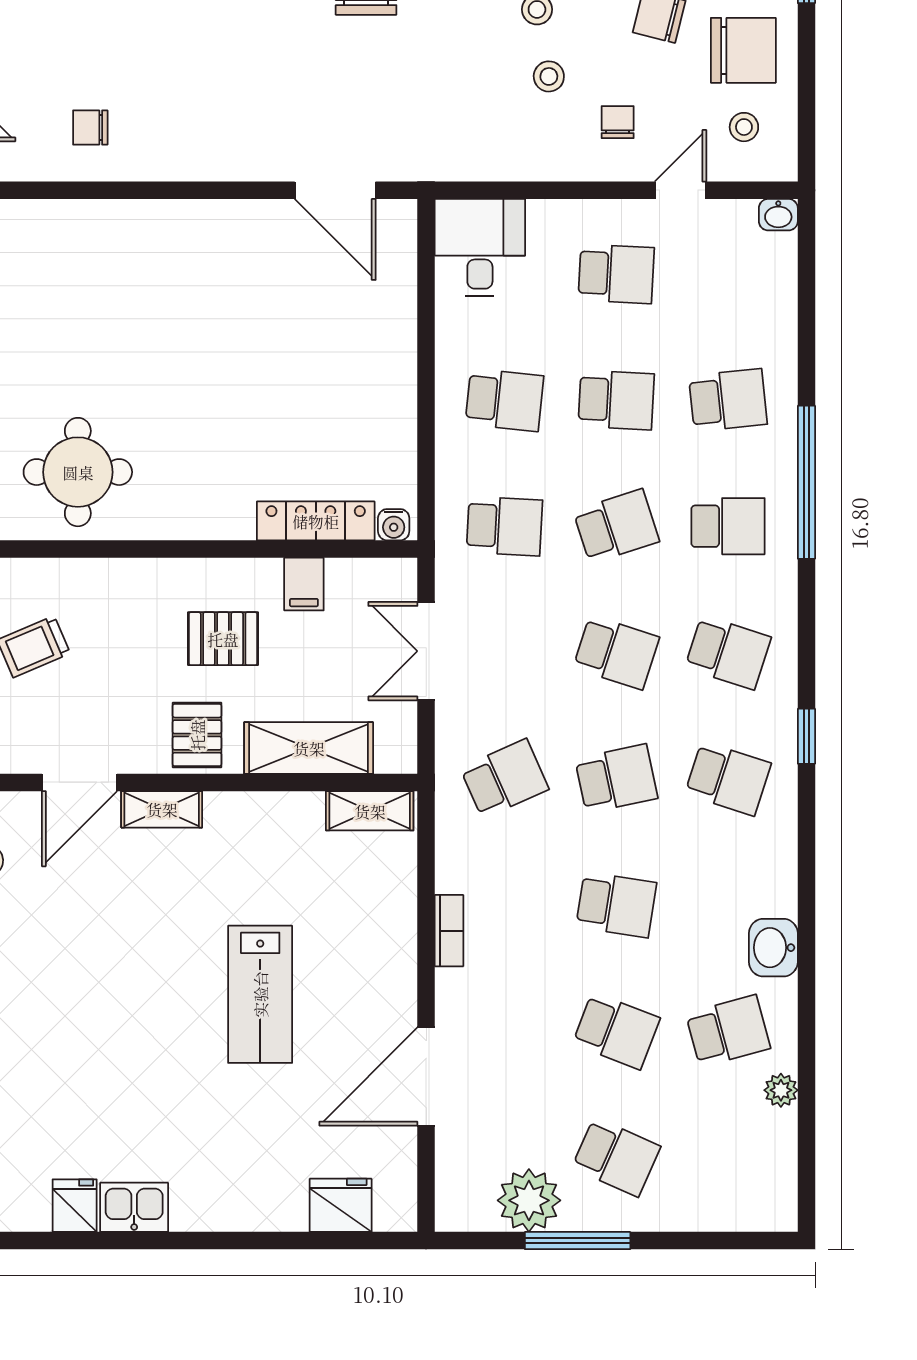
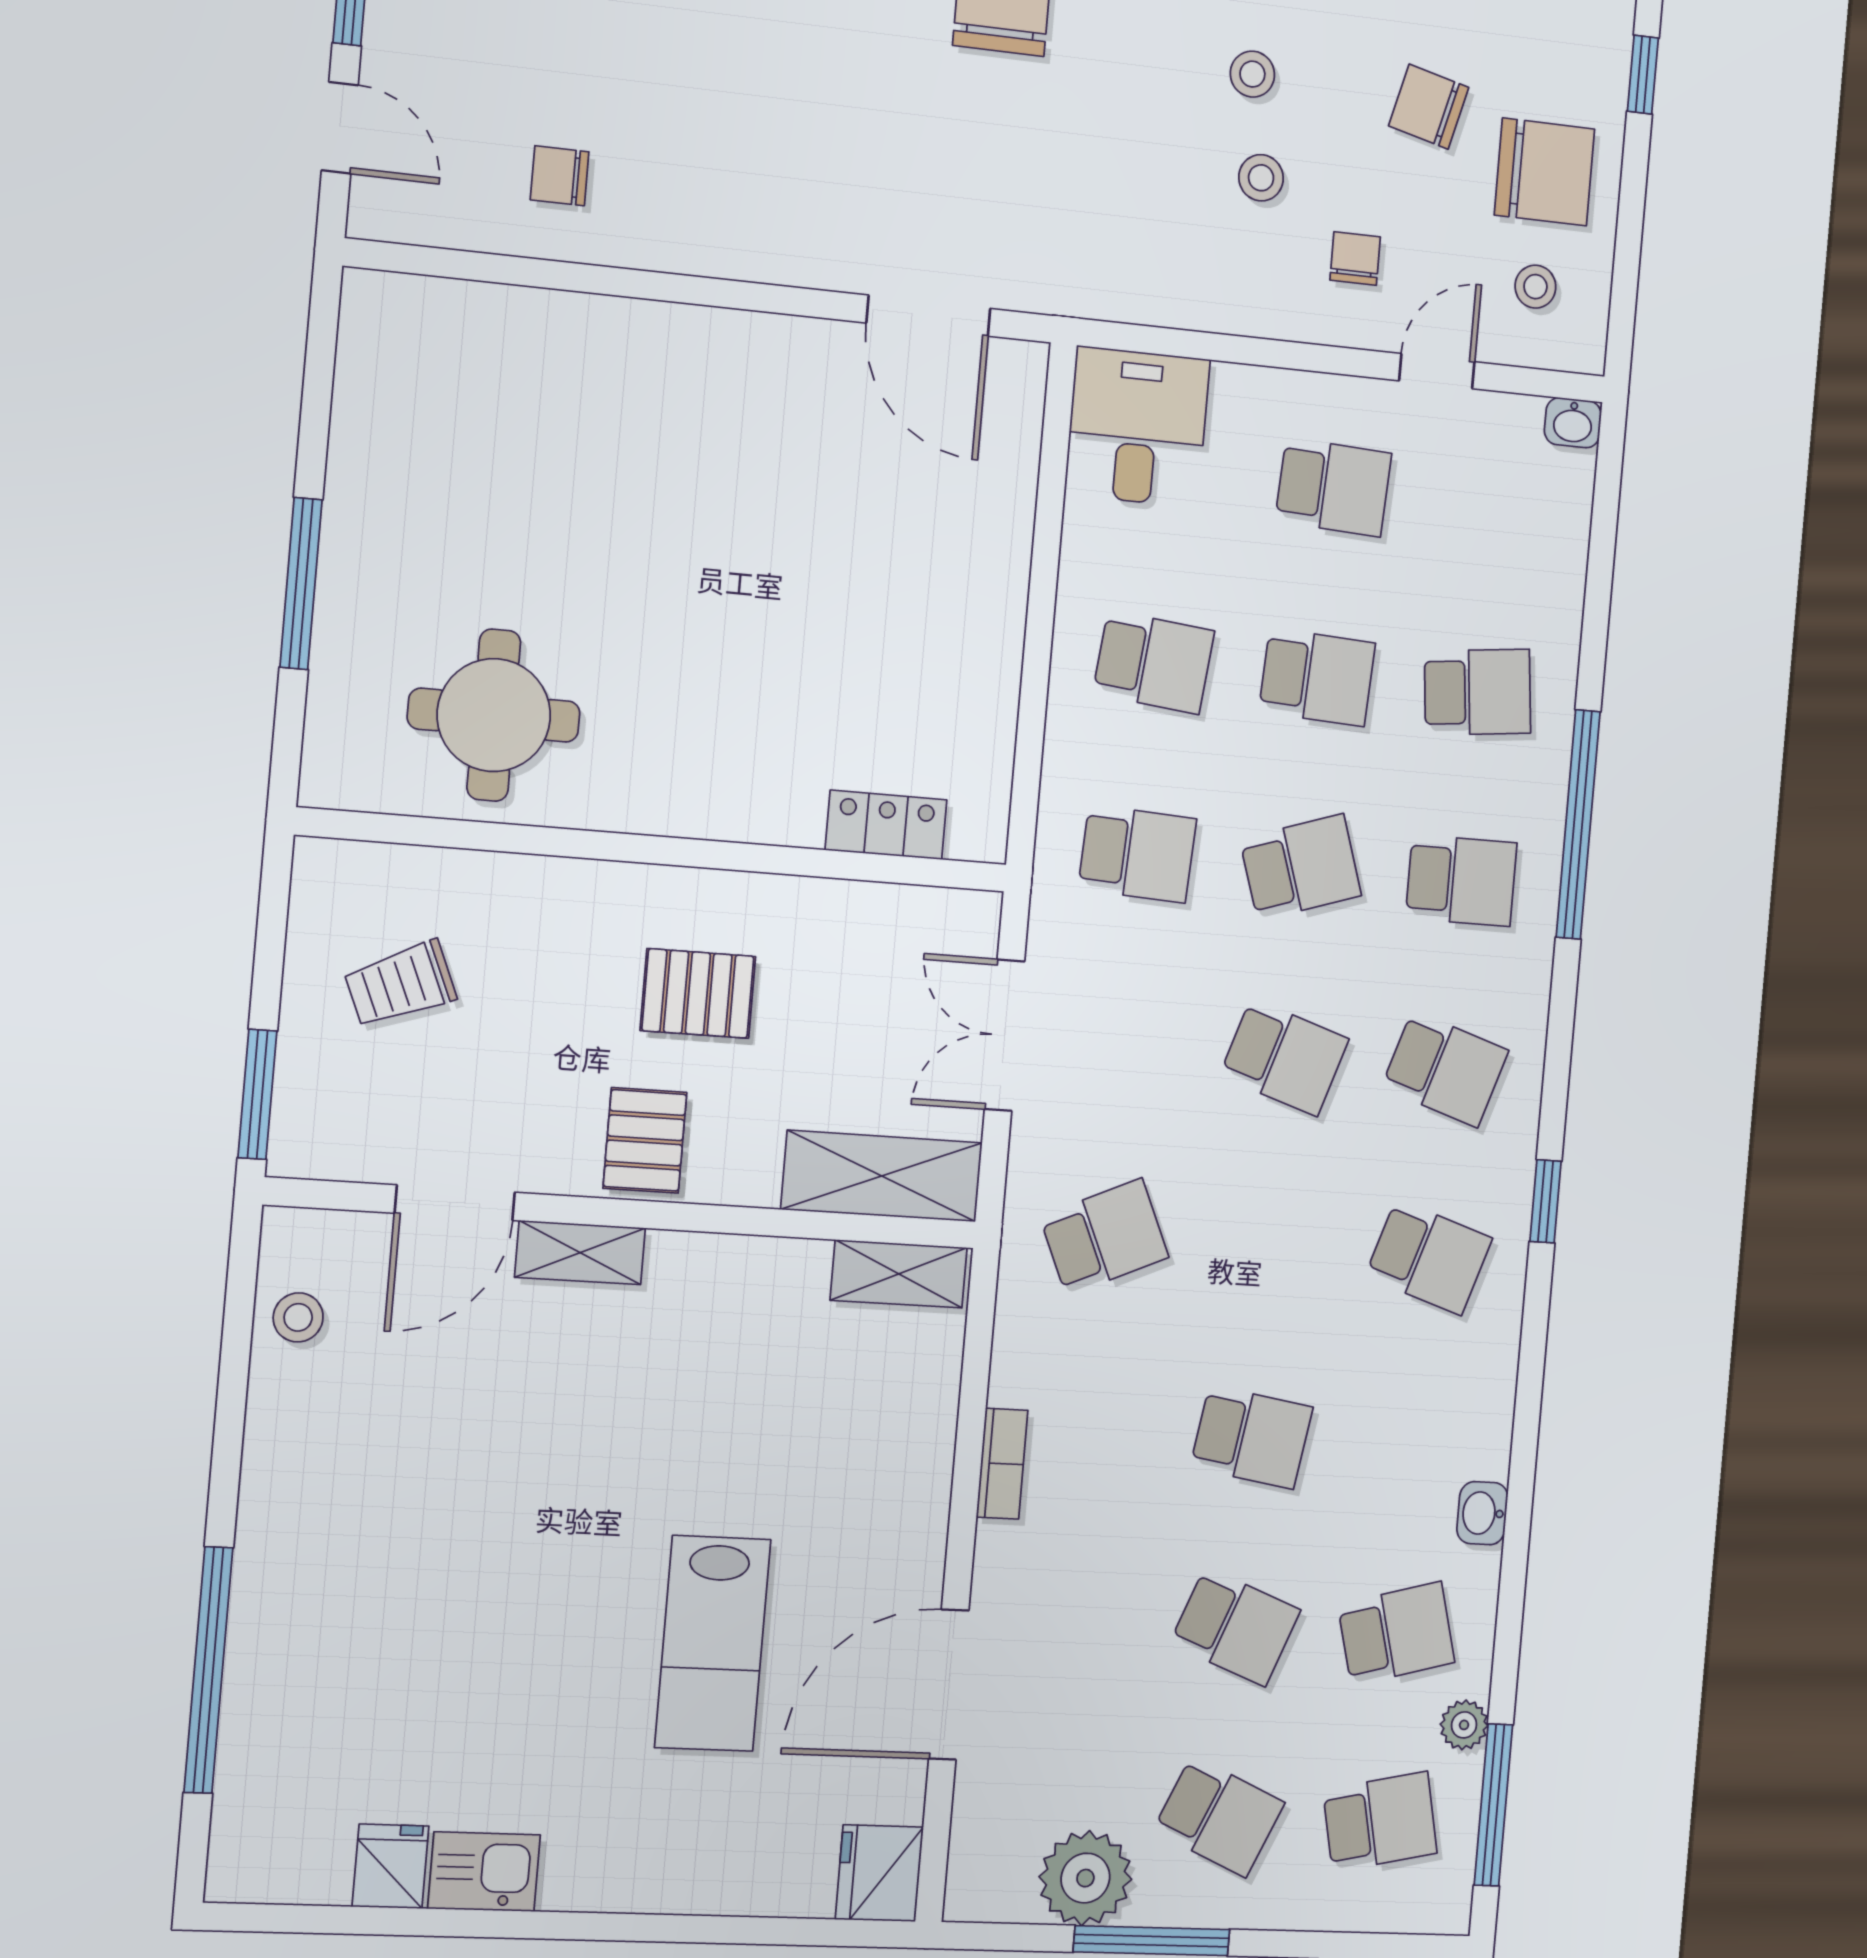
locker: (316, 521) -> (886, 825), width x0.66
water cooler: (394, 525) -> (973, 838), removed
filing cabinet: (304, 584) -> (829, 918), removed
shelving: (309, 748) -> (882, 1176), moved
school desk: (616, 779) -> (1380, 1822), moved
washbasin: (773, 948) -> (1482, 1513), width x0.72, depth x0.69
lab bench: (260, 994) -> (713, 1643), moved
window: (806, 1143) -> (1493, 1805), added
fridge: (341, 1205) -> (879, 1873), moved, turned -90

